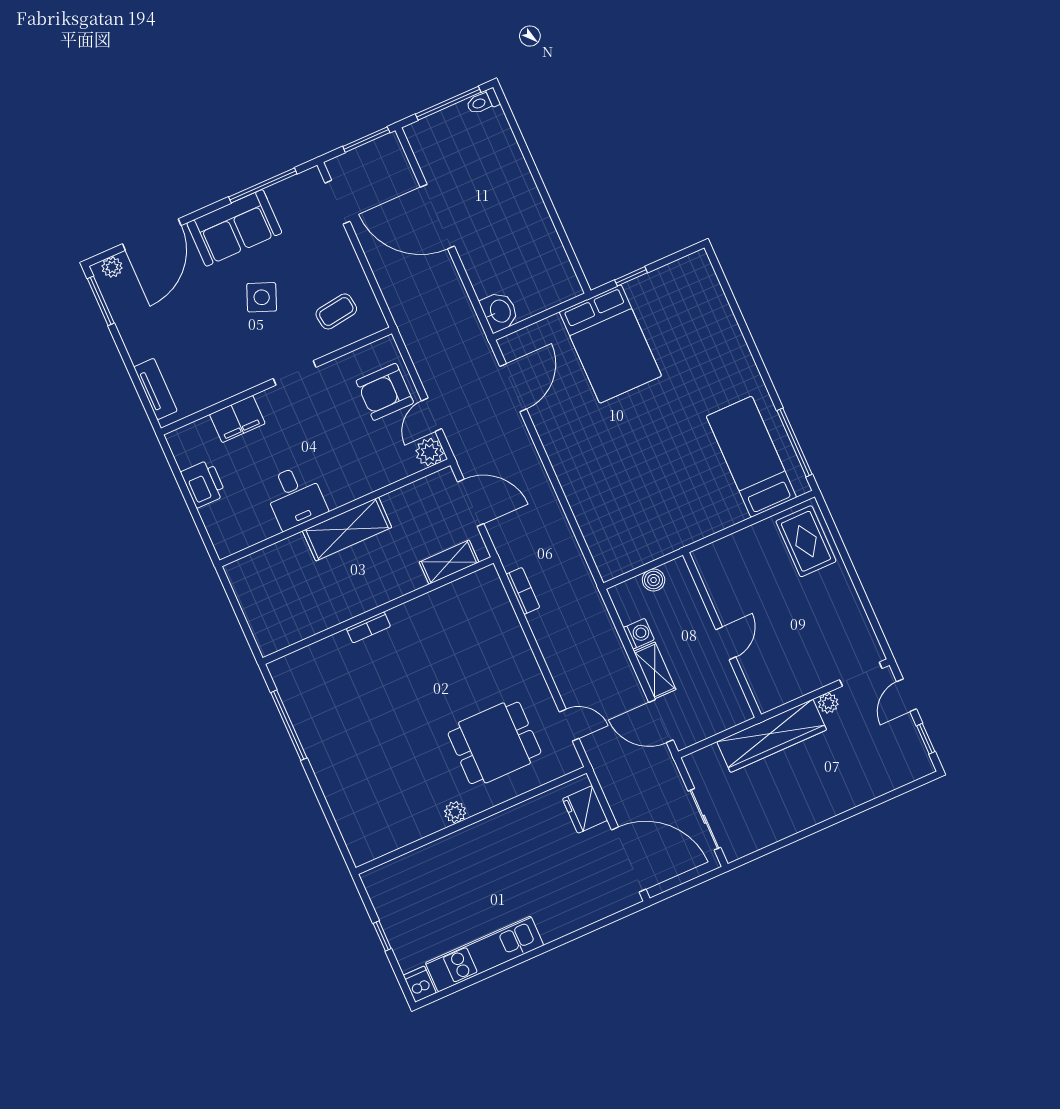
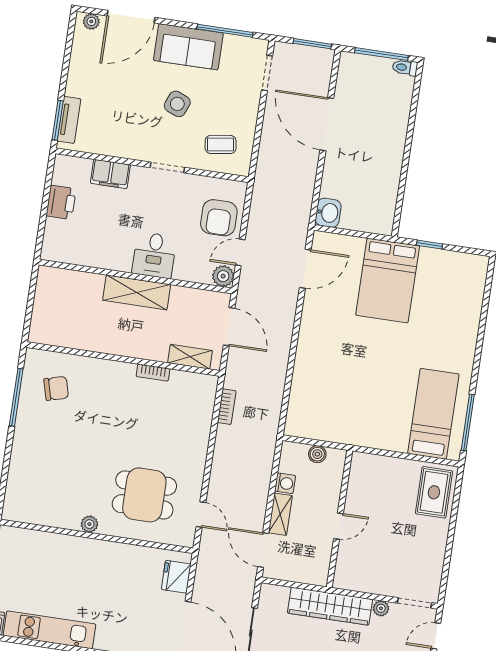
window: (101, 301) -> (58, 120), moved
armchair: (385, 392) -> (219, 218), turned -90
desk: (295, 497) -> (154, 255), moved
bookcase: (368, 627) -> (153, 373), moved
chair: (326, 688) -> (56, 388), added

